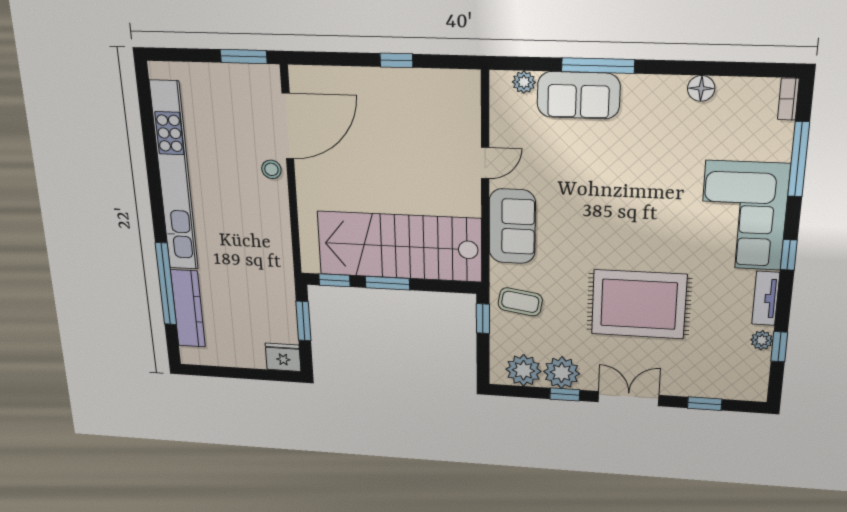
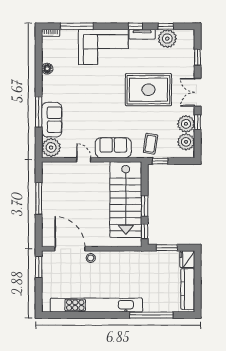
window: (396, 60) -> (39, 198), width x2.17
plant: (524, 82) -> (51, 147), width x1.88, depth x1.88
window: (789, 255) -> (135, 26), moved
rug: (639, 304) -> (148, 90), turned 90
kitchen counter: (188, 309) -> (188, 289), moved, turned -90
plant: (762, 340) -> (167, 39), width x1.88, depth x1.88

